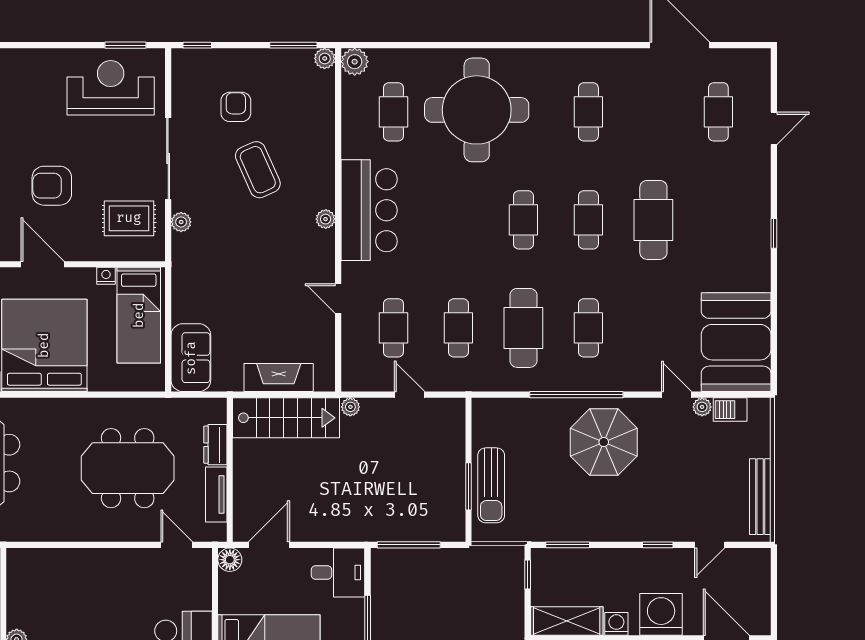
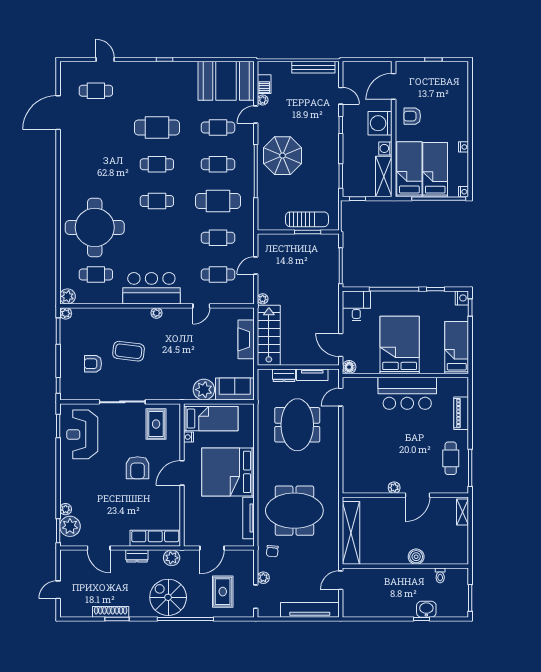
cafe table: (588, 112) -> (218, 128), moved
coffee table: (258, 170) -> (129, 351), turned 31
plant: (181, 222) -> (204, 390), moved, width x1.87, depth x1.87

